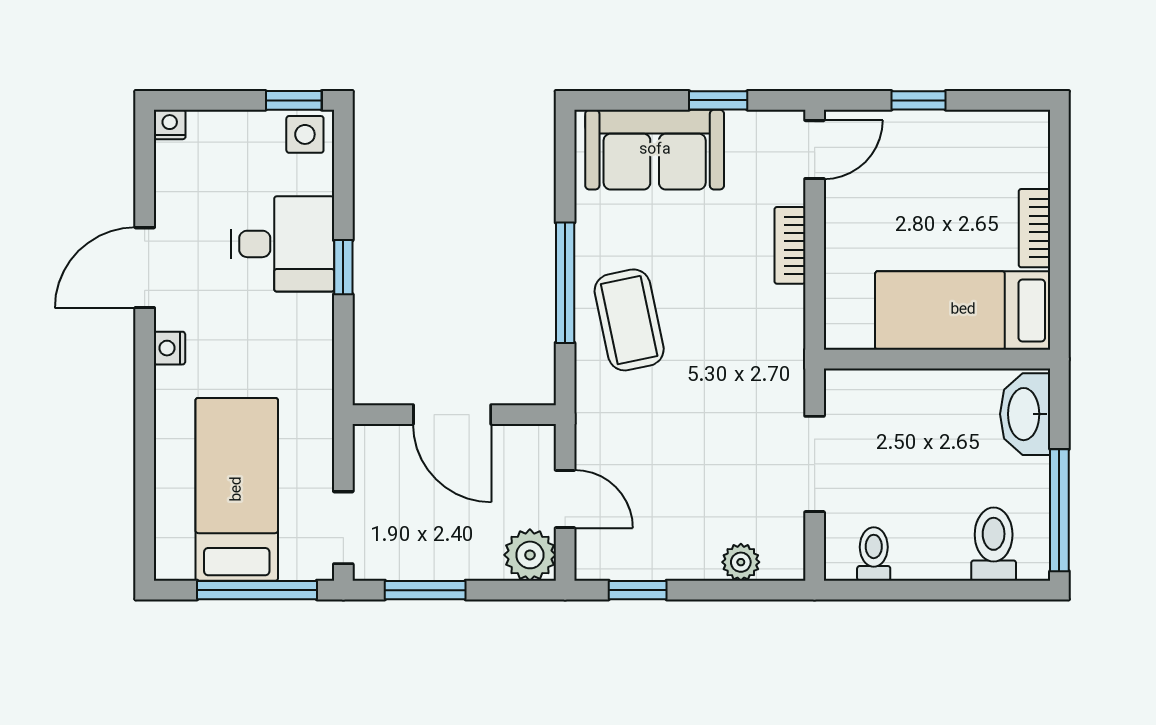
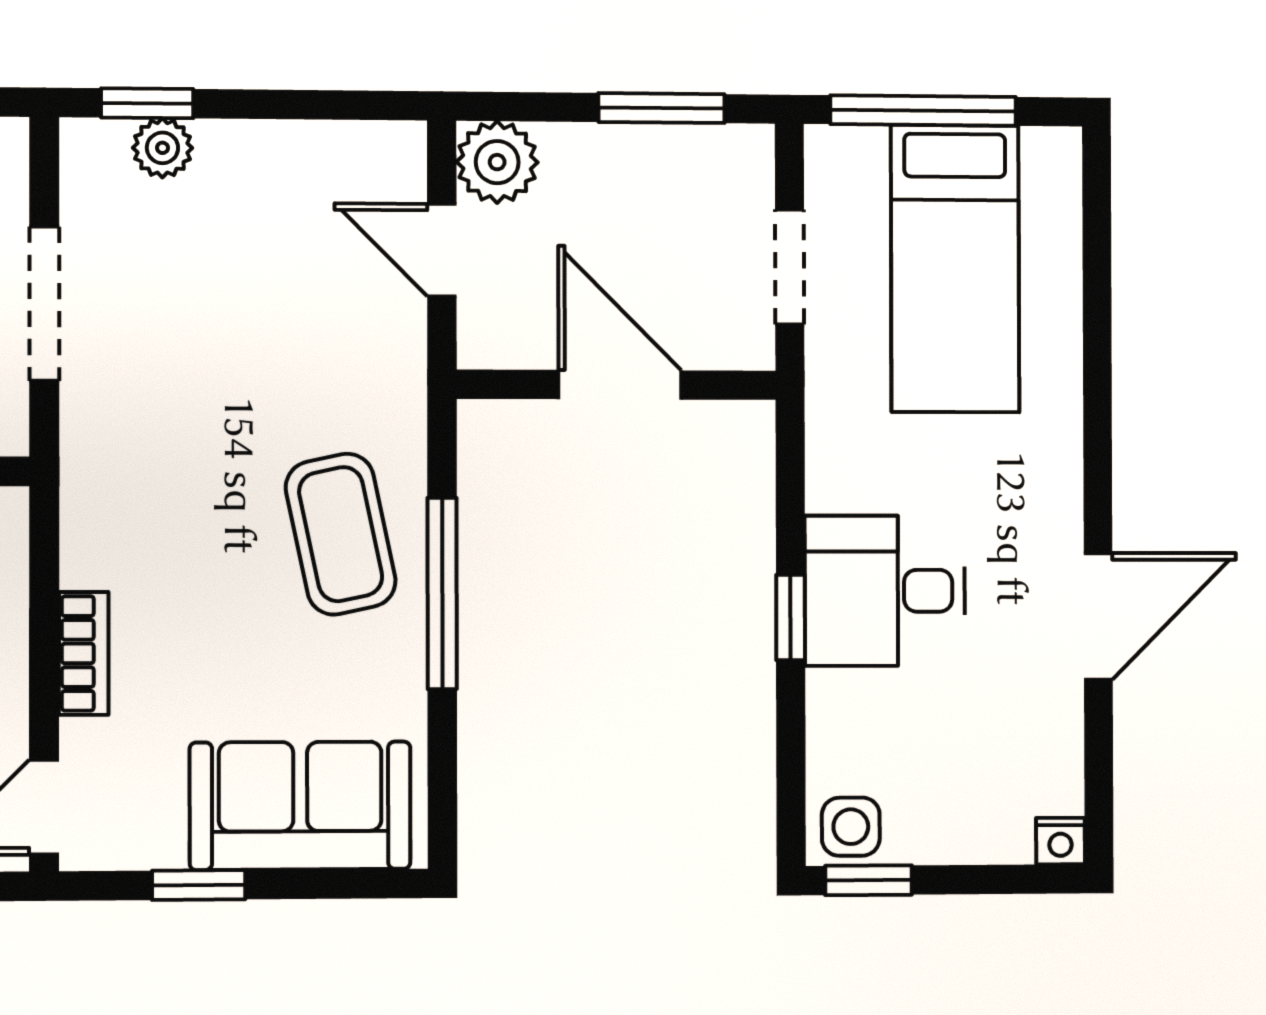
desk: (283, 244) -> (885, 591), moved
nightstand: (169, 348) -> (1060, 490), removed
doorway: (343, 528) -> (790, 267), moved
window: (638, 590) -> (147, 103), moved

